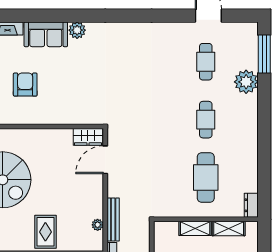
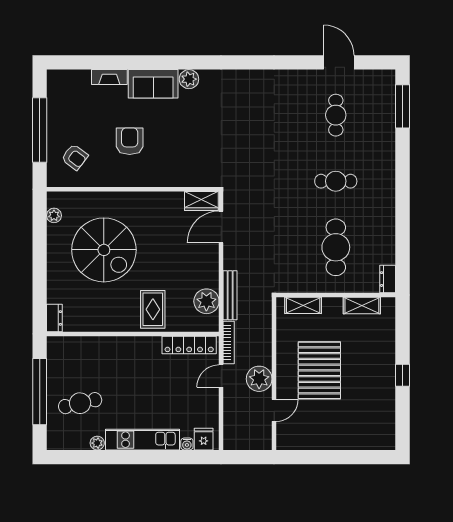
plant: (246, 82) -> (382, 138), removed
cafe table: (206, 120) -> (336, 181), turned 90
plant: (98, 225) -> (206, 301), width x1.88, depth x1.88
shelving: (195, 228) -> (303, 305), moved

